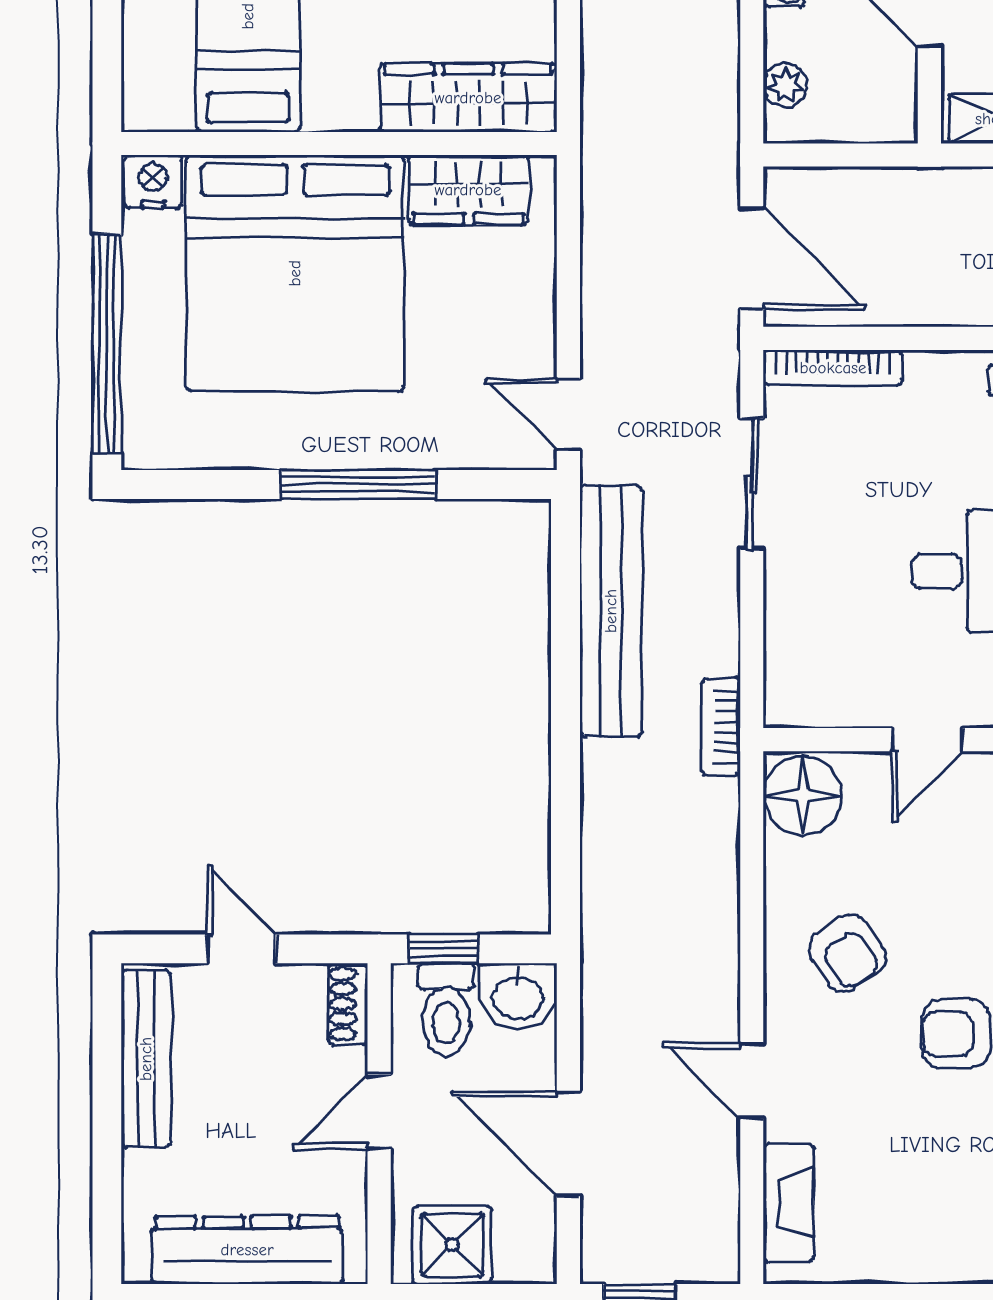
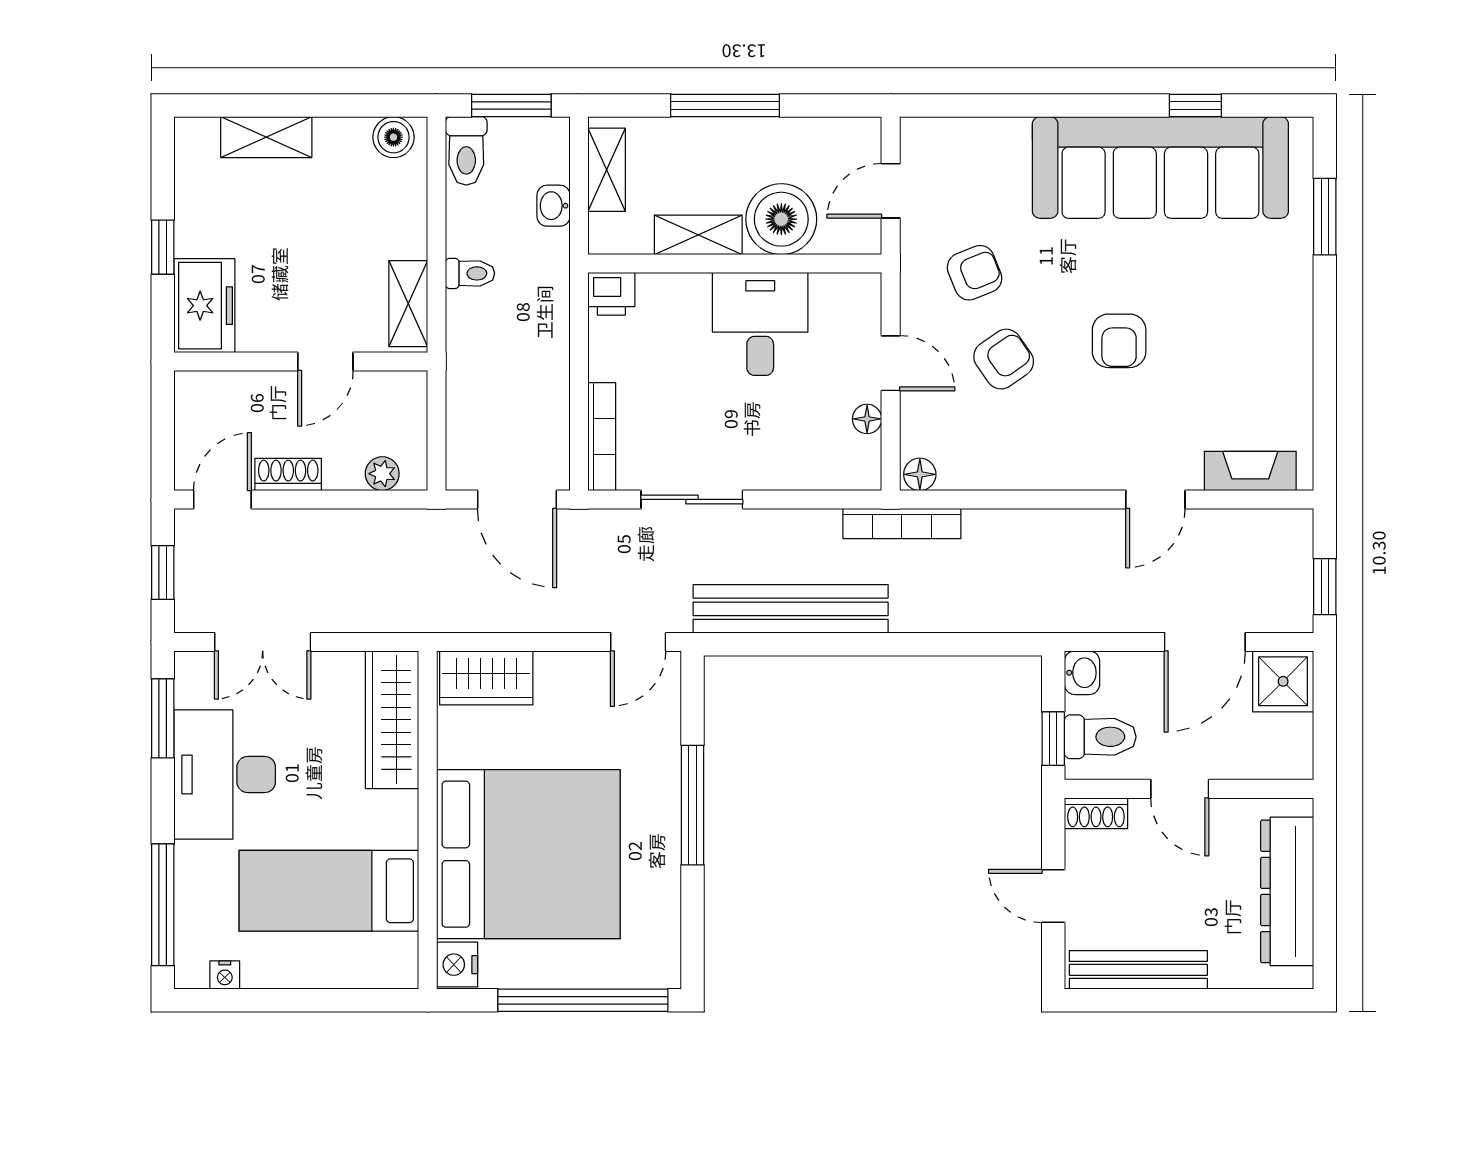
wardrobe: (468, 190) -> (486, 678), moved, turned 90
door: (752, 259) -> (517, 499), swing flipped
floor lamp: (855, 709) -> (867, 419), added
bookcase: (721, 727) -> (902, 523), width x1.56
floor lamp: (803, 796) -> (920, 474), width x0.53, depth x0.53
door: (241, 949) -> (1053, 896), hinge flipped
armchair: (847, 953) -> (1004, 359), moved
washbasin: (518, 996) -> (1082, 673), width x0.72, depth x0.69
shower: (452, 1245) -> (1283, 681), moved

